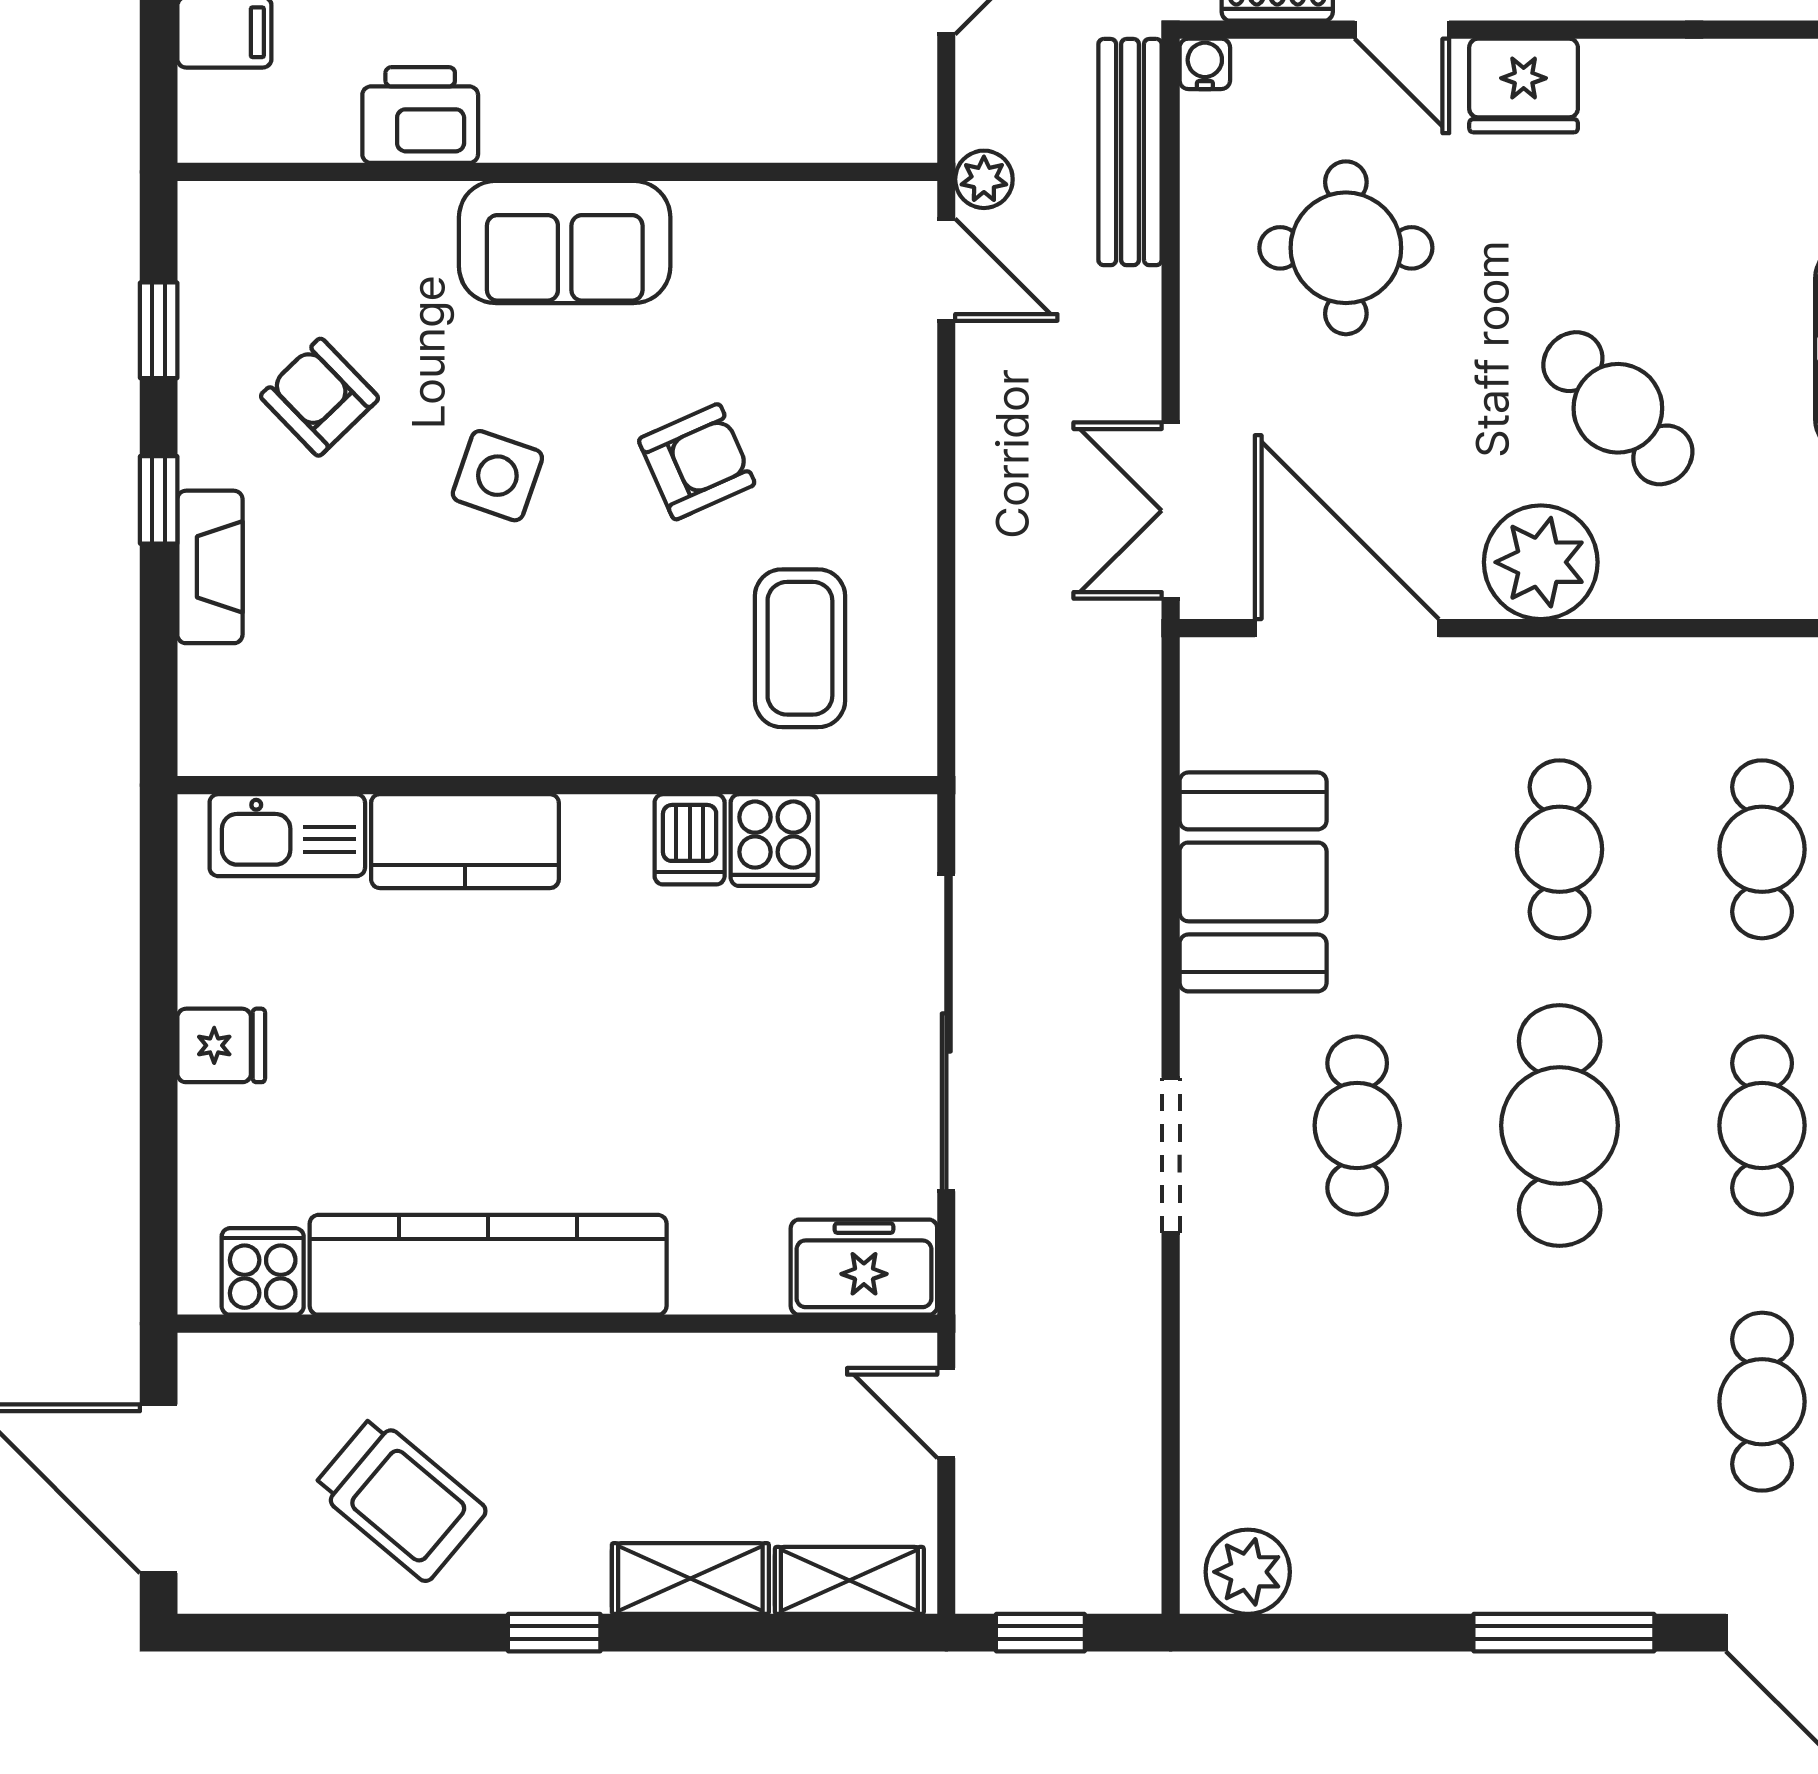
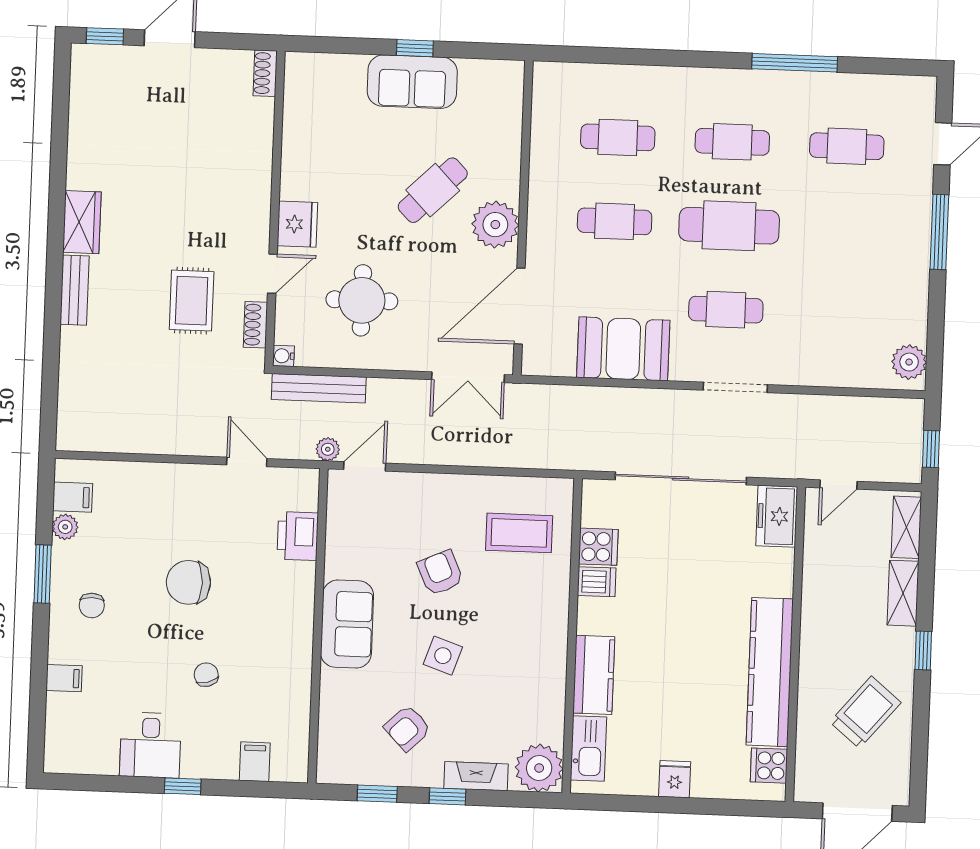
printer: (420, 115) -> (298, 536), moved
plant: (236, 718) -> (539, 768), added

